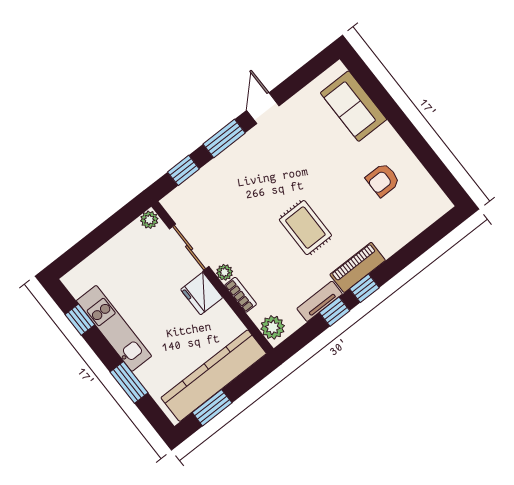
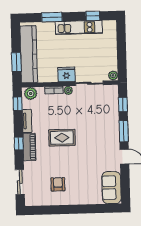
sofa: (354, 106) -> (111, 188), moved, turned -90
sliding door: (423, 242) -> (20, 182), added
window: (334, 312) -> (18, 104), moved
window: (212, 408) -> (16, 62), moved

